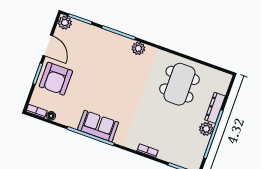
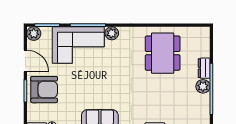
corner sofa: (103, 48) -> (78, 45), added
armchair: (56, 79) -> (44, 90), turned -90
dresser: (215, 108) -> (204, 68), width x0.70

